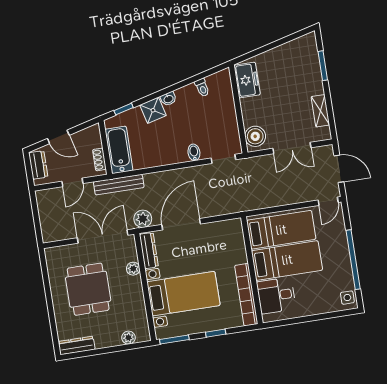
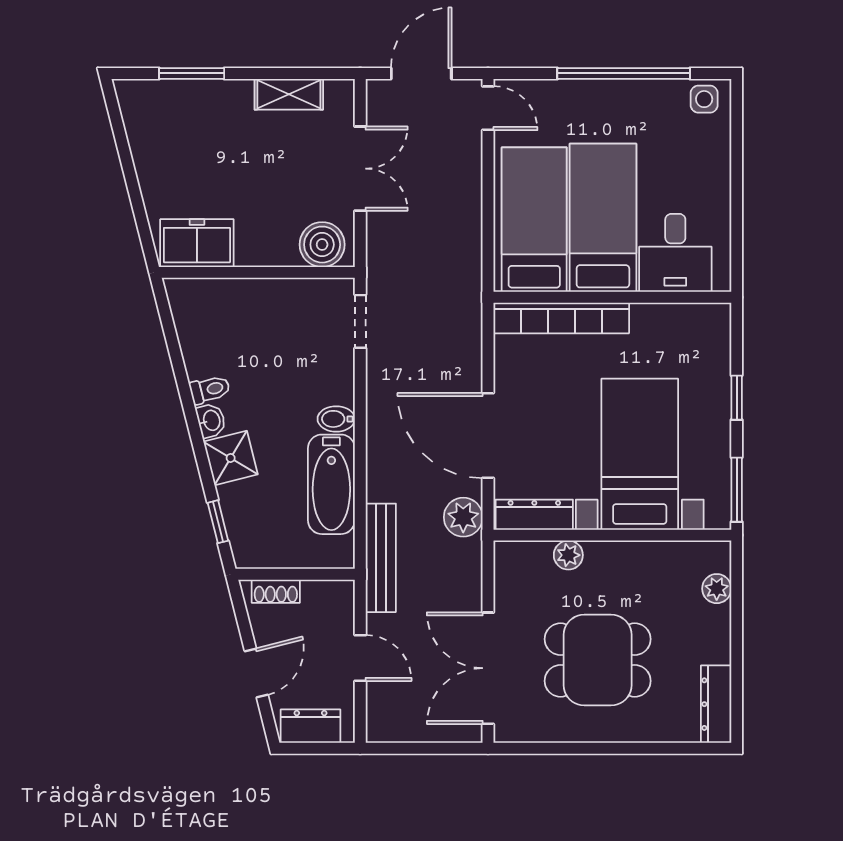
toilet: (202, 88) -> (210, 390), moved
bathtub: (119, 150) -> (331, 484), moved, turned -90
bidet: (194, 152) -> (336, 419), moved
shoe rack: (99, 159) -> (276, 591), moved
double door: (103, 236) -> (488, 668), moved
bookcase: (246, 295) -> (561, 318), moved

